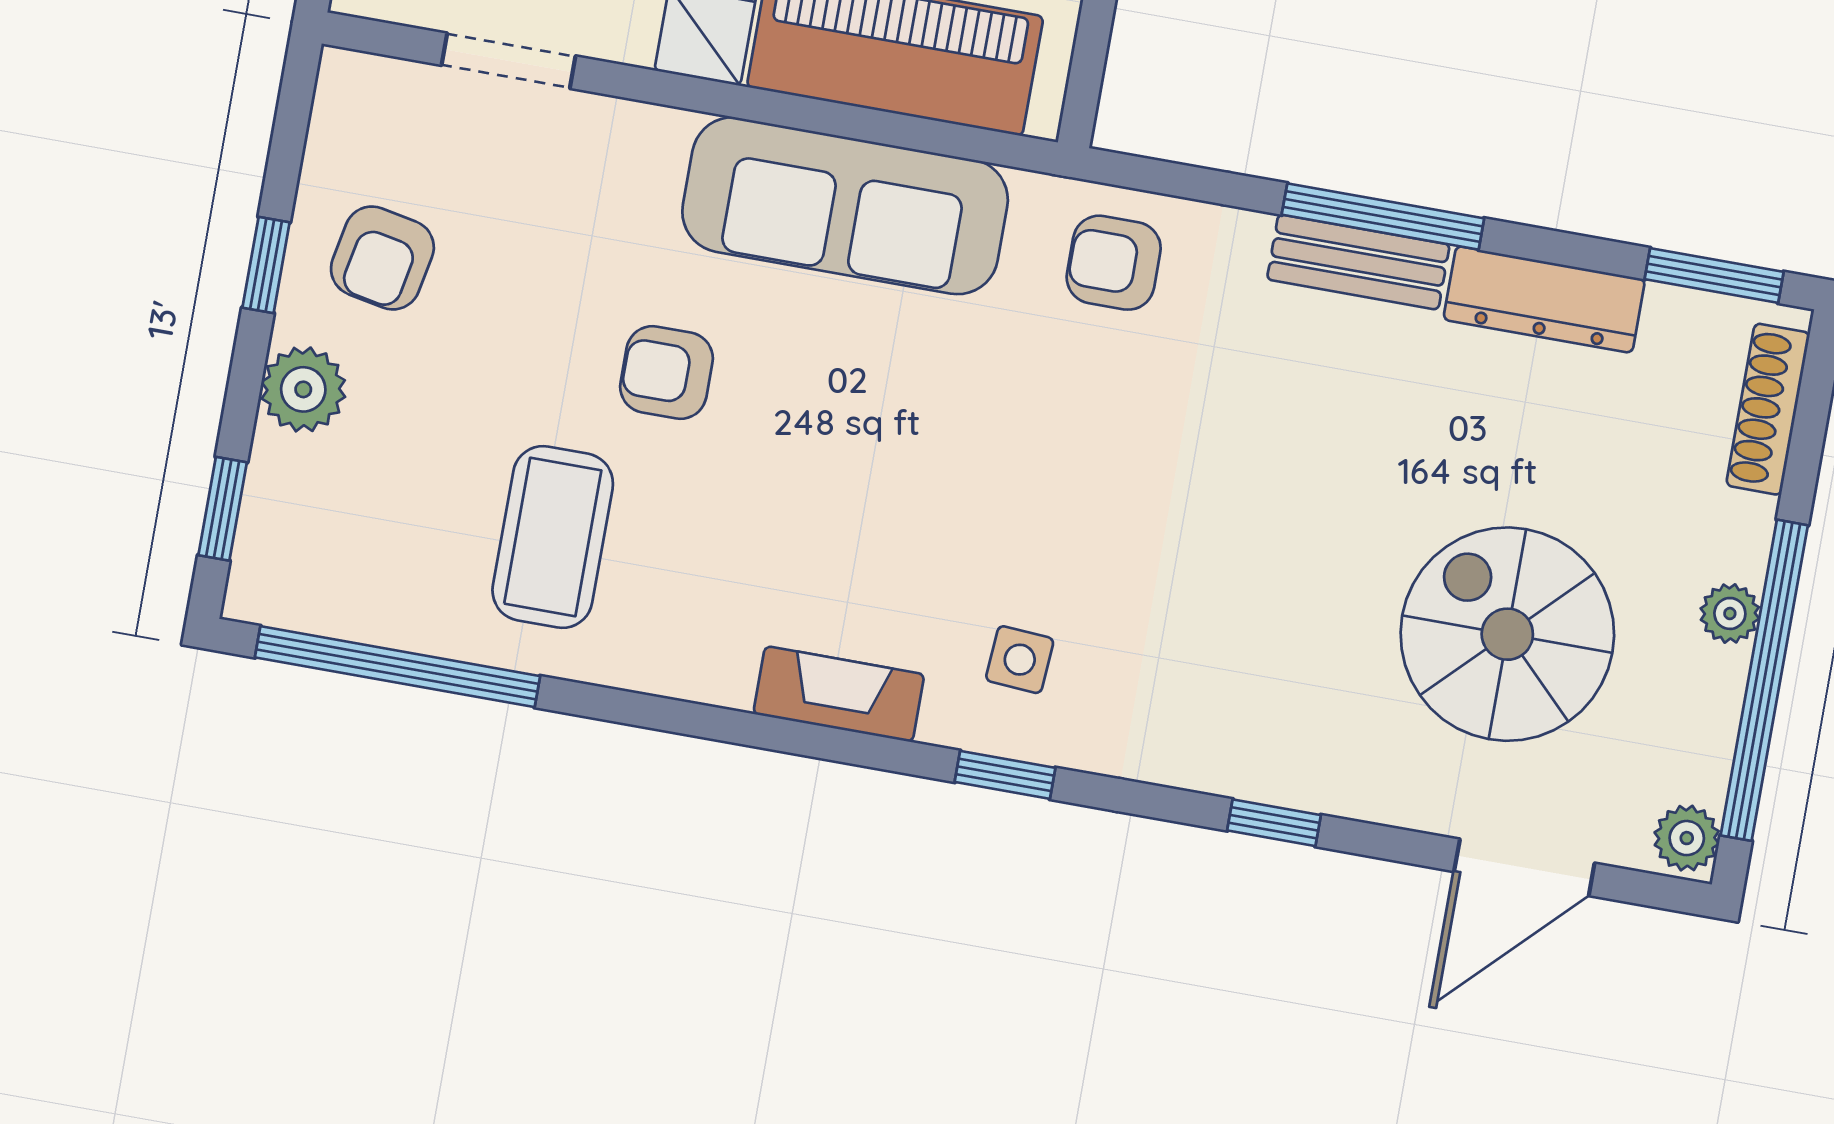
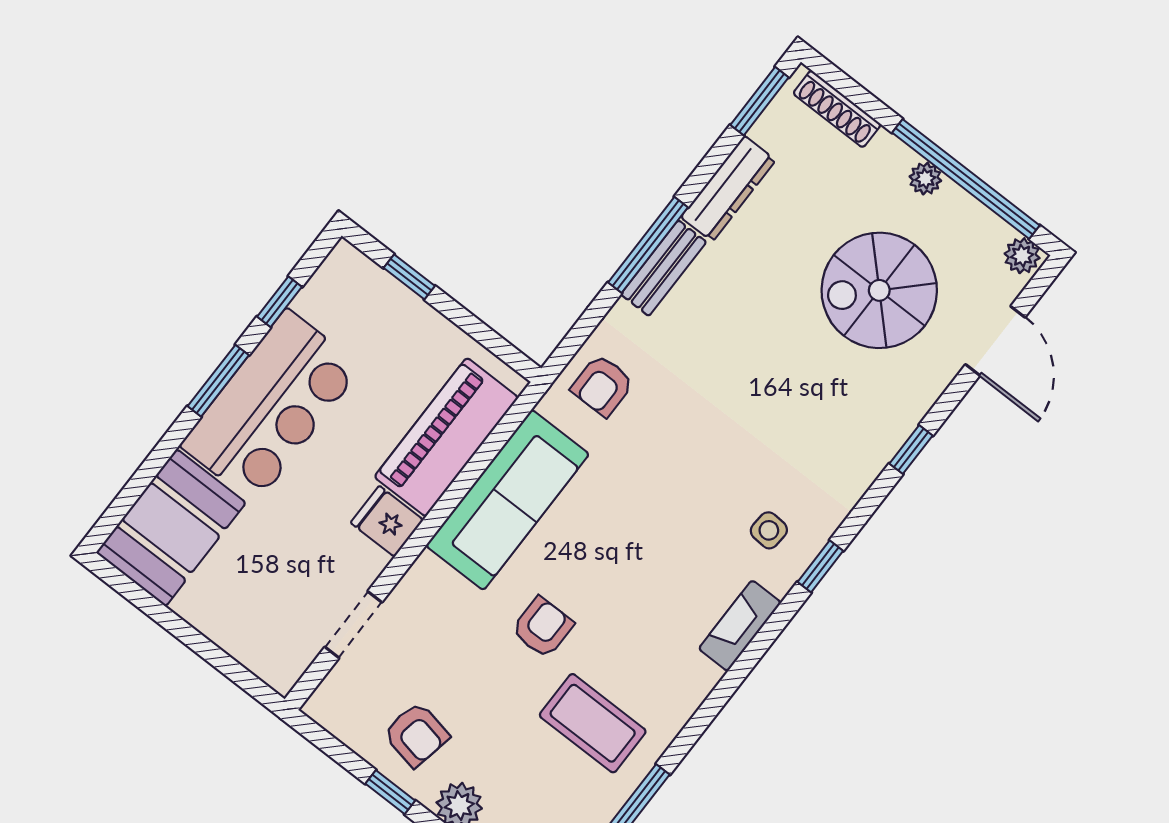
armchair: (666, 373) -> (542, 627), turned 180

